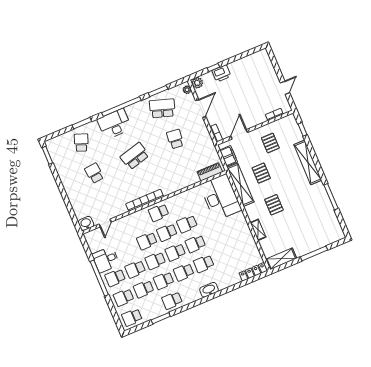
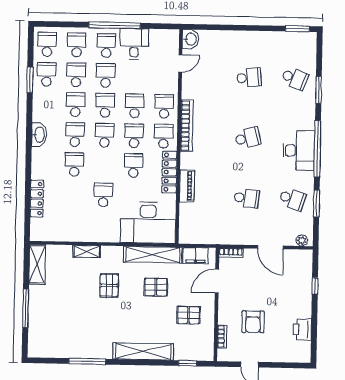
printer: (221, 73) -> (302, 330), moved
plant: (197, 83) -> (305, 257), removed
armchair: (256, 98) -> (253, 322), added
school desk: (162, 108) -> (292, 199), width x0.54
desk: (114, 124) -> (299, 150), moved
door: (239, 134) -> (217, 281), swing flipped
school desk: (135, 156) -> (248, 138), width x0.54
piano: (210, 172) -> (187, 186), moved
locker: (181, 198) -> (169, 172), added
pallet: (274, 205) -> (109, 285), turned 90
school desk: (139, 221) -> (164, 106), added
door: (105, 223) -> (180, 63), swing flipped
school desk: (195, 244) -> (103, 195), moved
locker: (253, 272) -> (37, 199), moved
washbasin: (209, 290) -> (39, 135), moved
school desk: (172, 300) -> (47, 74), moved

